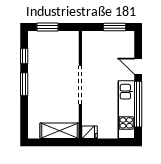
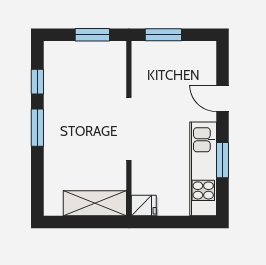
window: (47, 27) -> (92, 35), moved
window: (114, 27) -> (163, 35), moved
window: (138, 104) -> (223, 160), width x0.47

